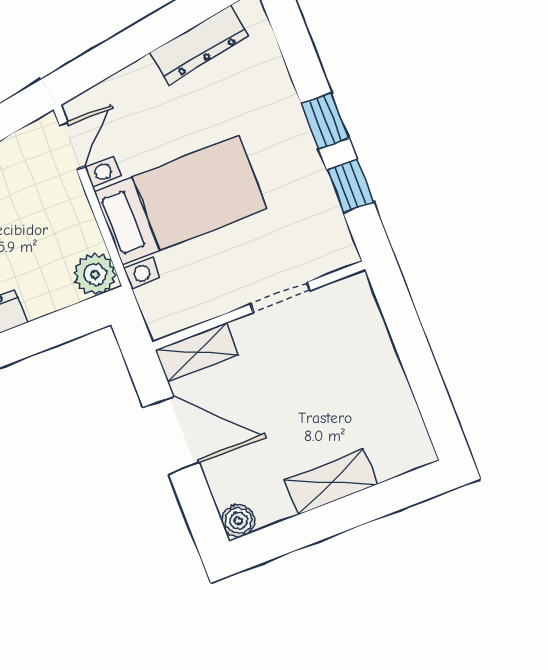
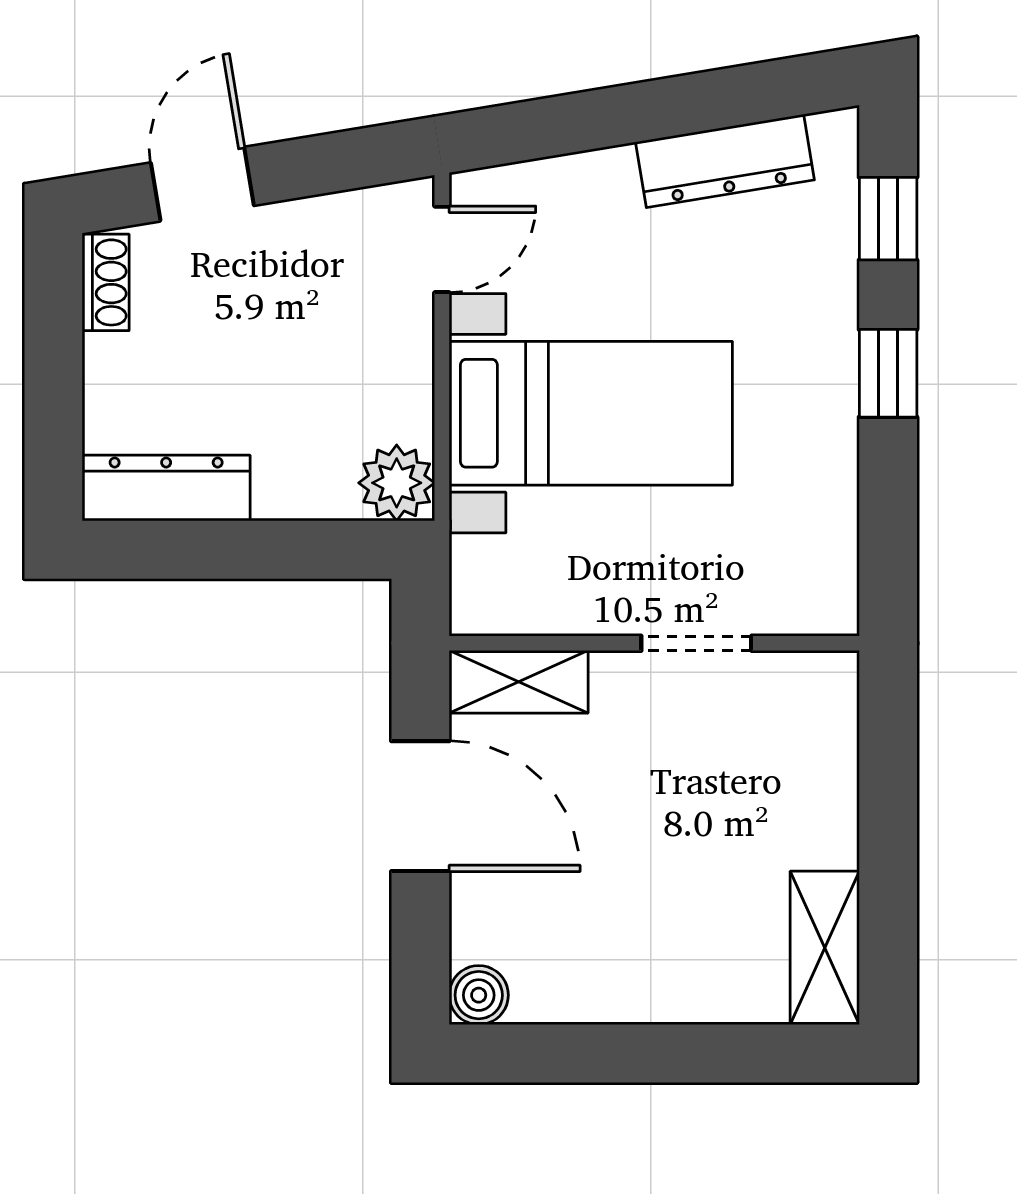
window: (350, 186) -> (888, 219), moved
shelving: (331, 482) -> (825, 948), moved, turned 90

